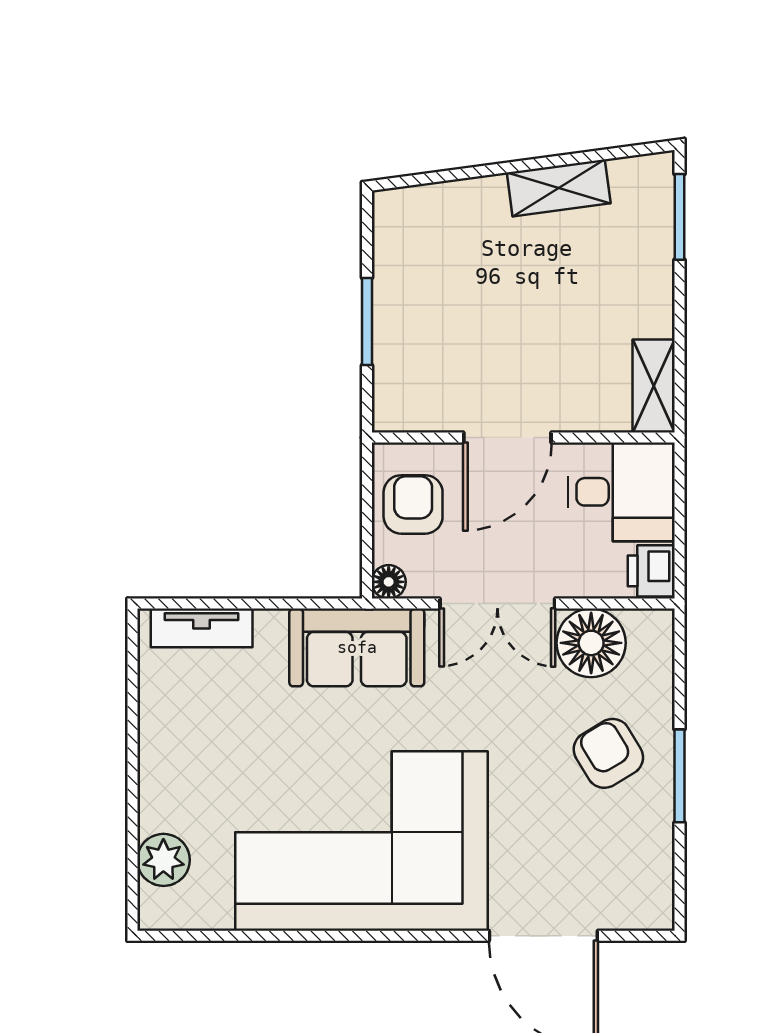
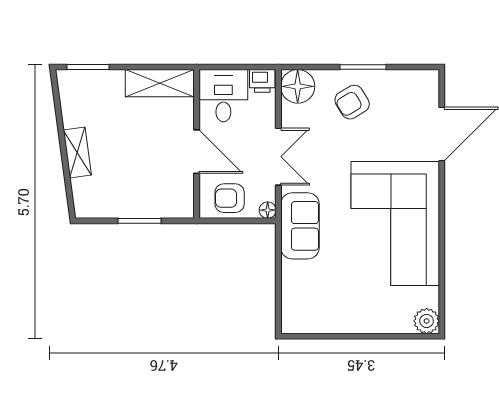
shelving: (559, 188) -> (77, 152), moved
shelving: (654, 386) -> (160, 83), width x1.50, depth x1.33
tv unit: (202, 628) -> (290, 302), removed
floor lamp: (591, 643) -> (298, 86), moved
plant: (163, 860) -> (427, 321), moved

